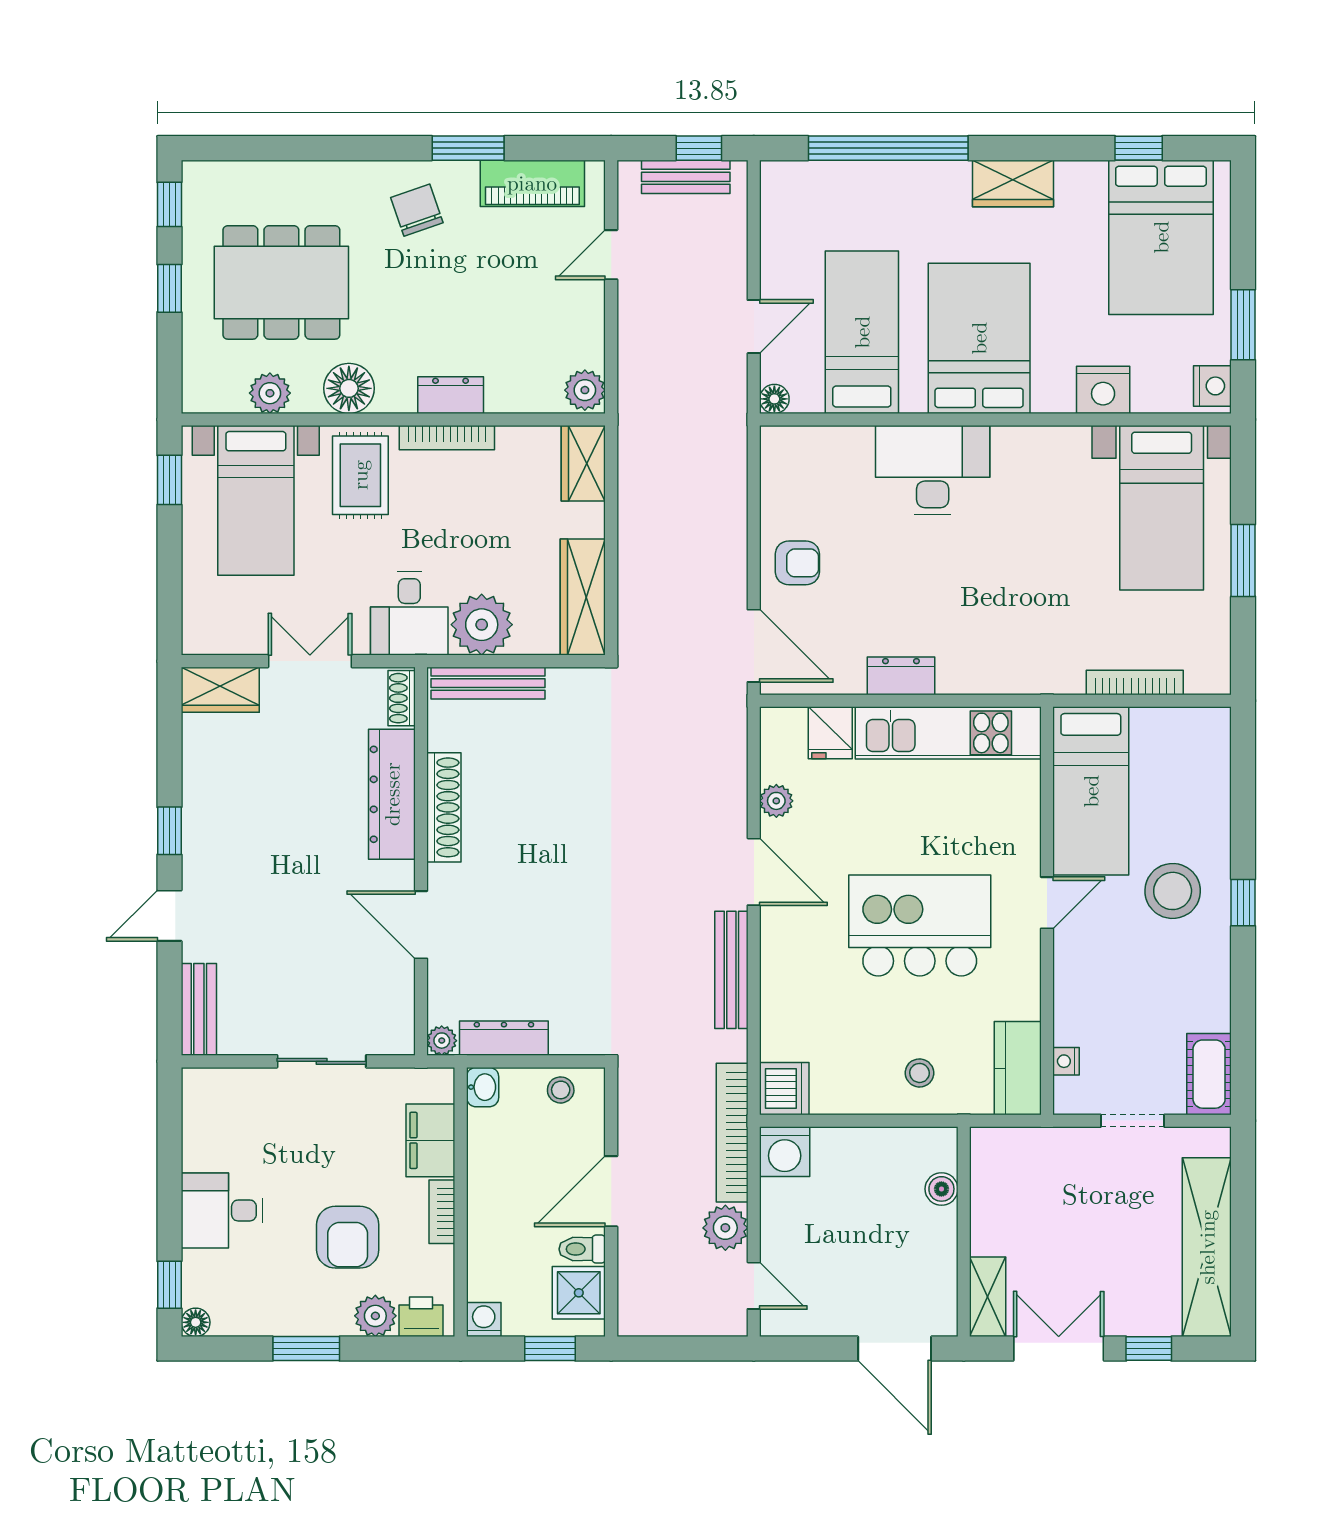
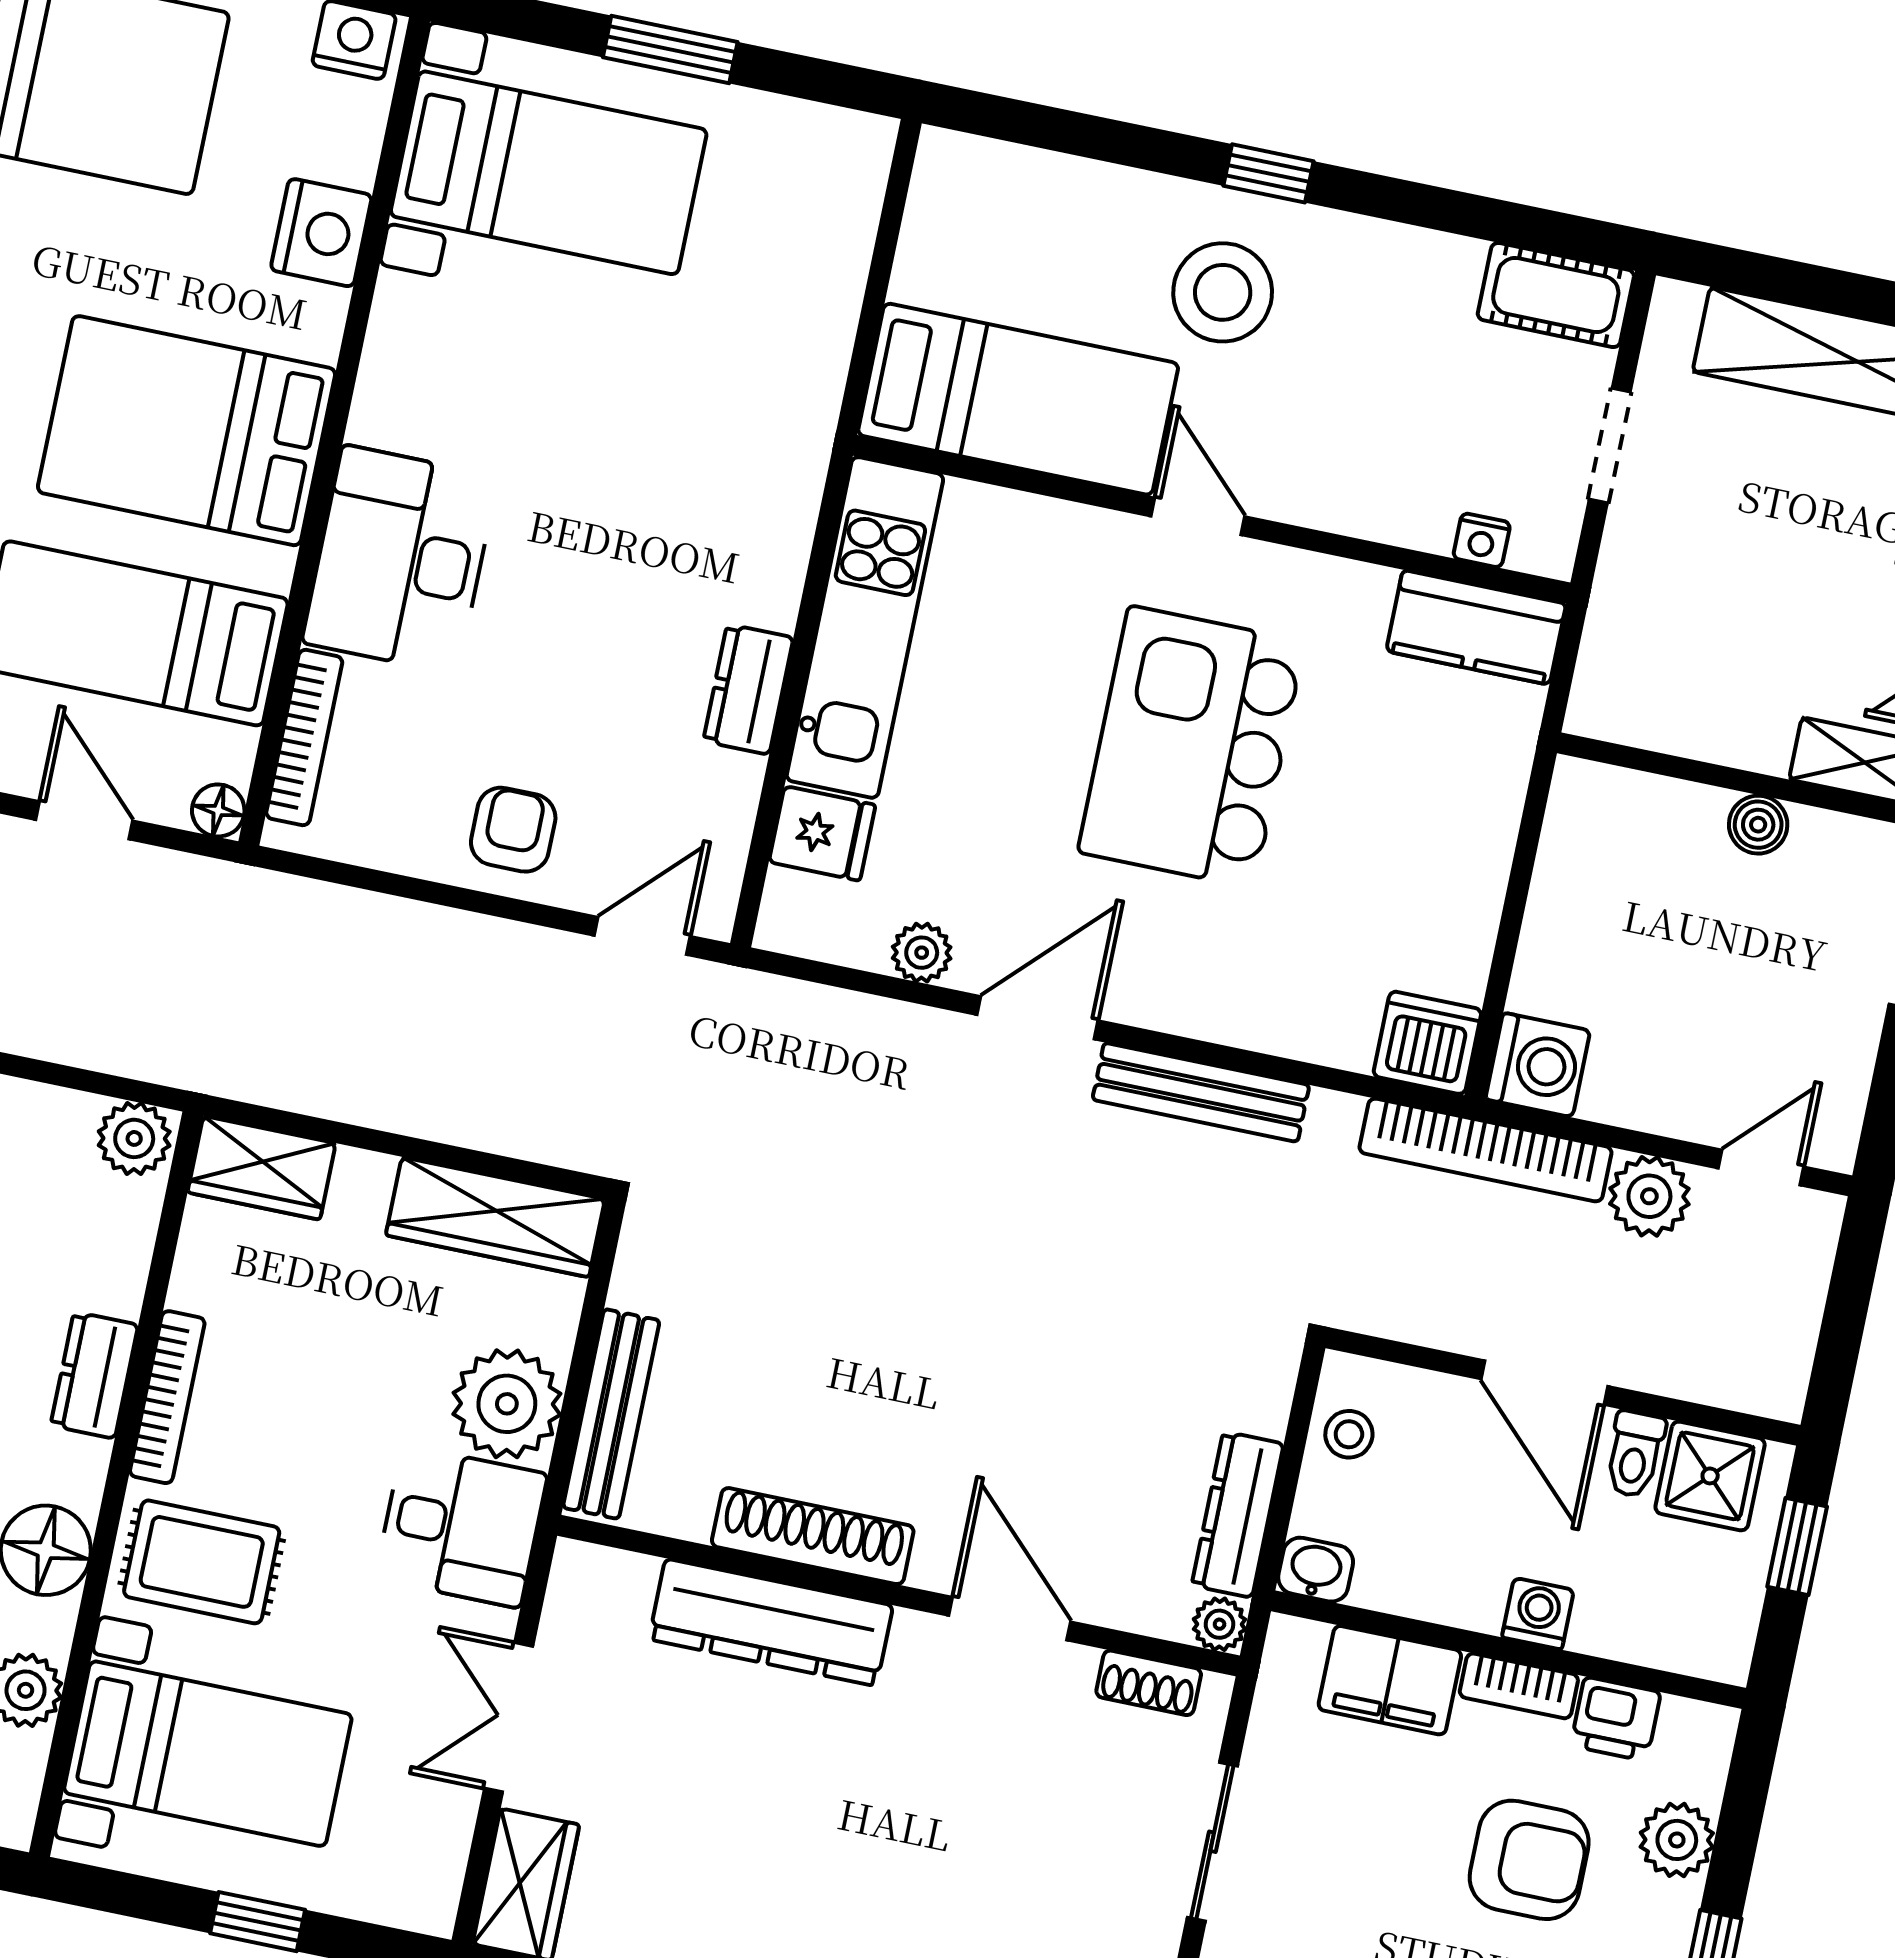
window: (169, 480) -> (258, 1922), moved
door: (754, 646) -> (642, 936), width x0.73
bookcase: (1135, 682) -> (304, 737), moved, turned 180
shoe rack: (402, 698) -> (1149, 1683), moved
door: (421, 925) -> (1010, 1619), swing flipped
stool: (920, 1073) -> (1449, 801), removed
boiler: (941, 1189) -> (1758, 825), moved
printer: (421, 1317) -> (1616, 1719), moved, turned -90
washing machine: (484, 1320) -> (1538, 1614), moved, turned 90

